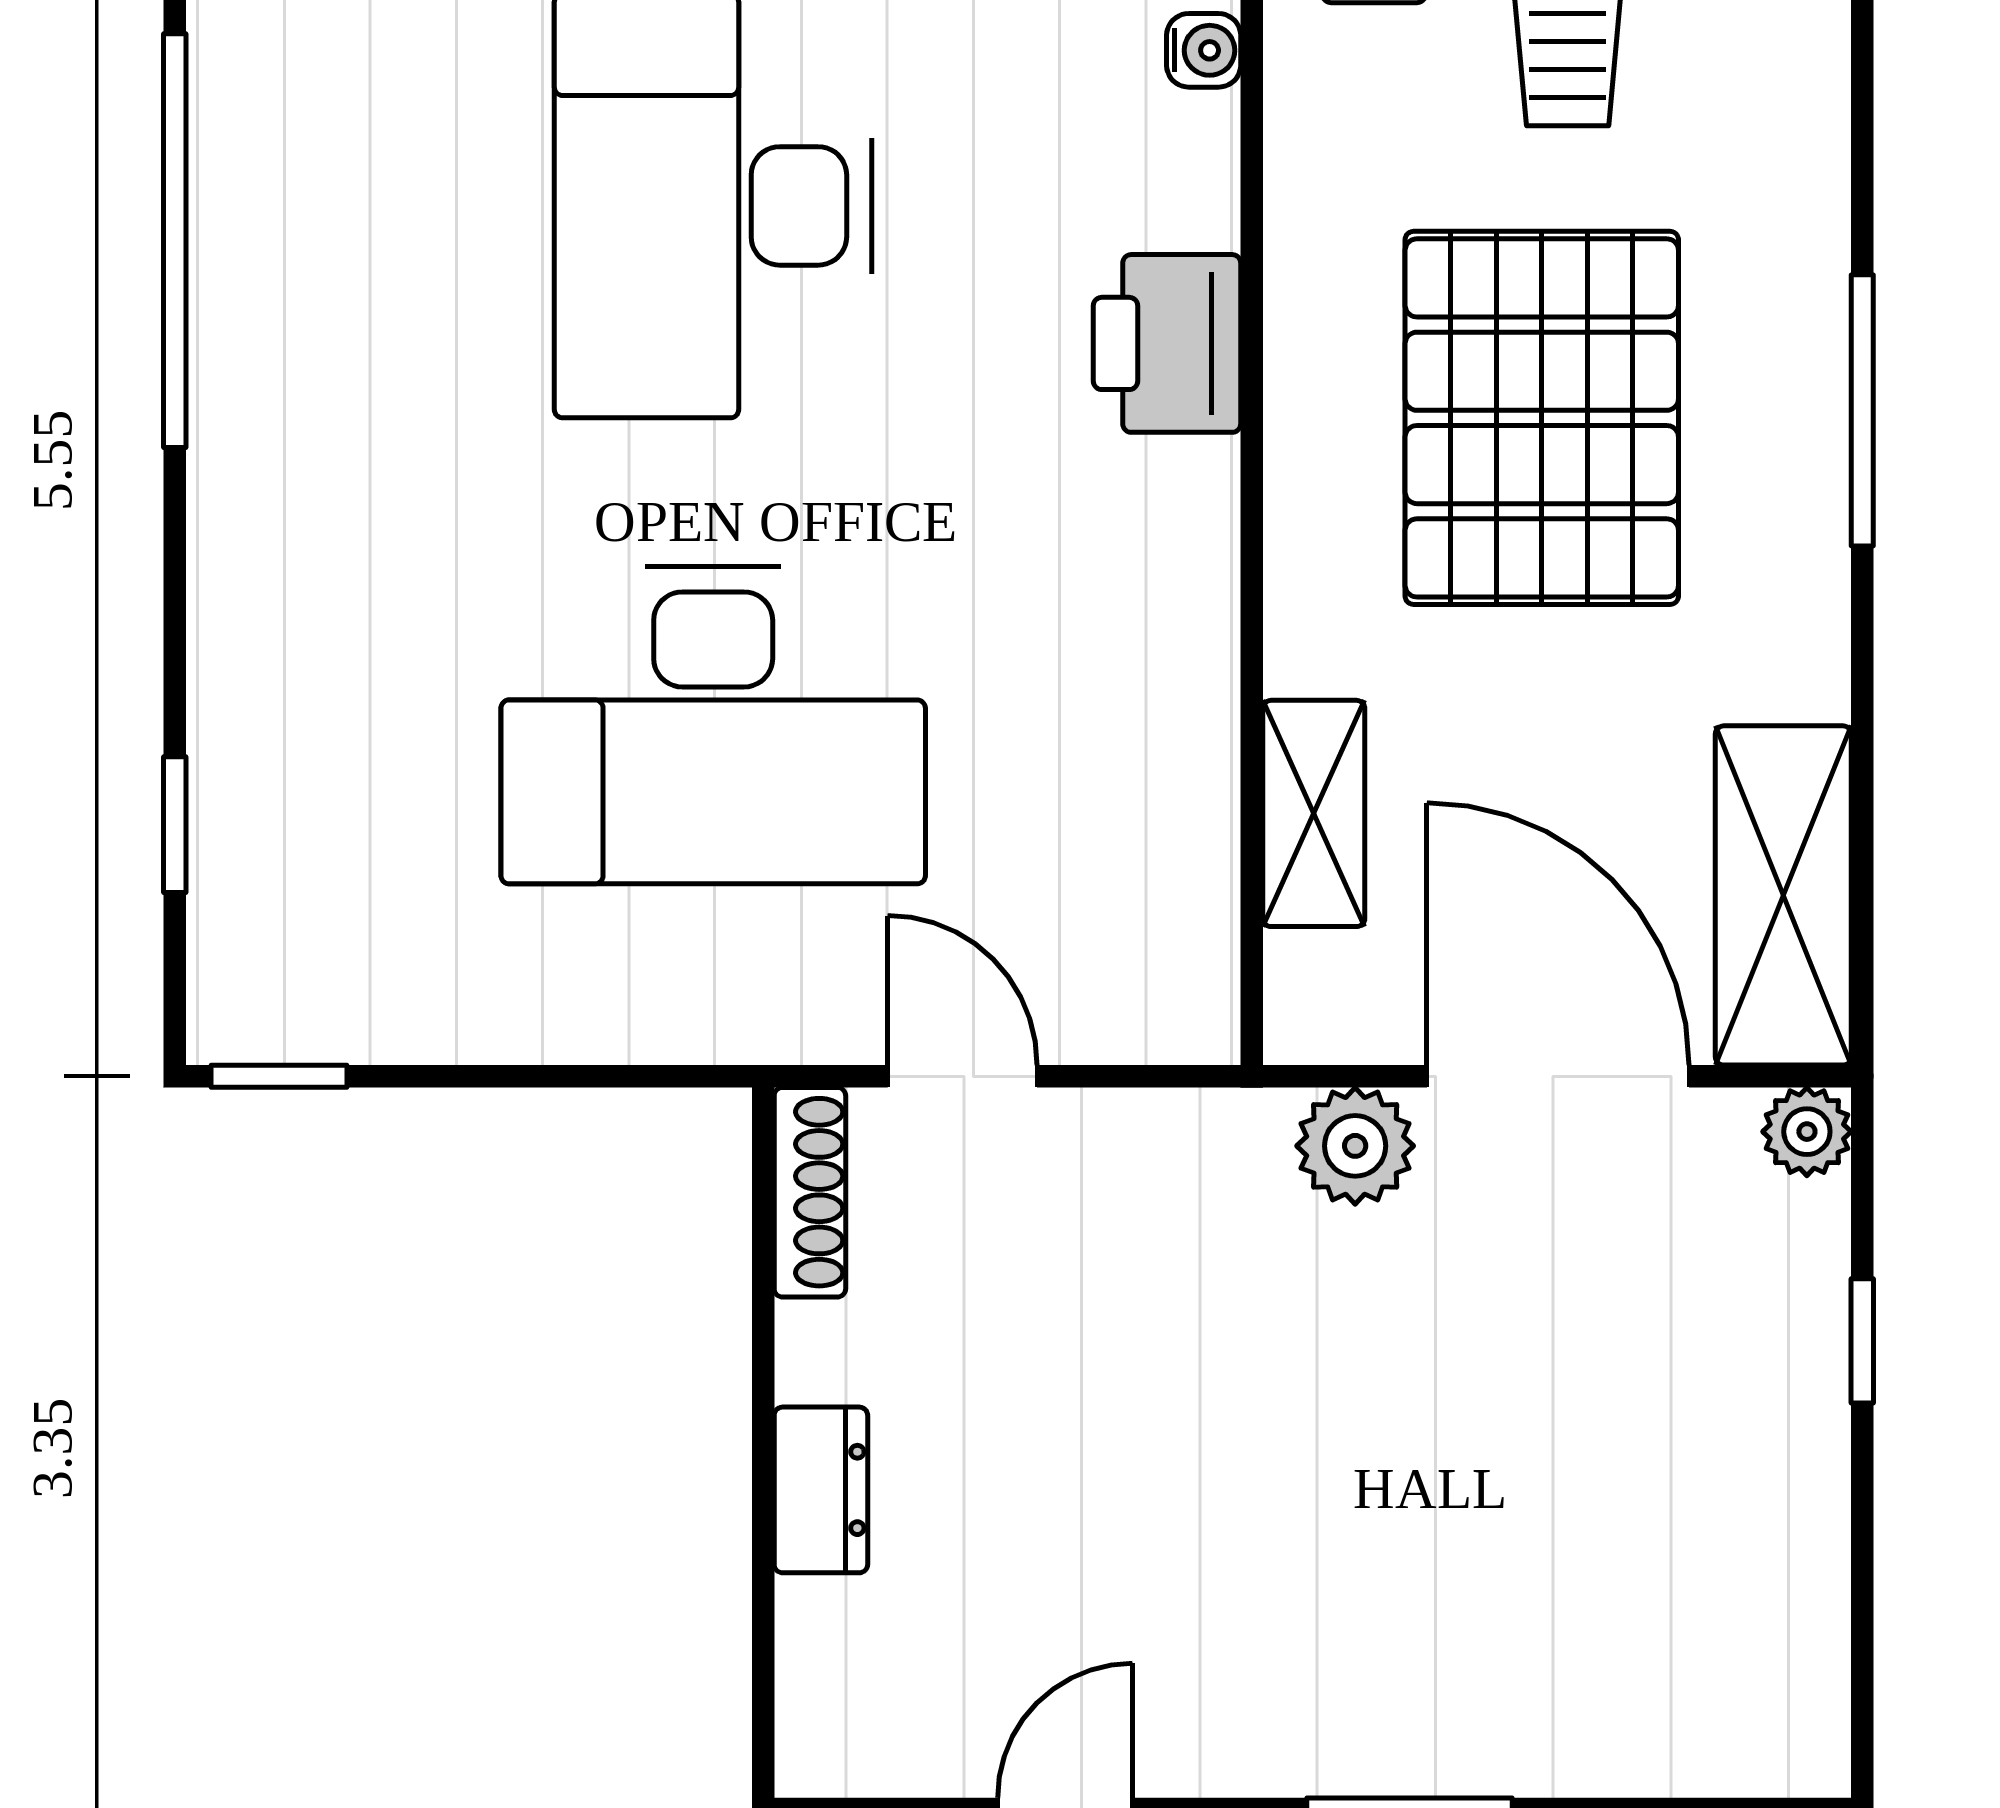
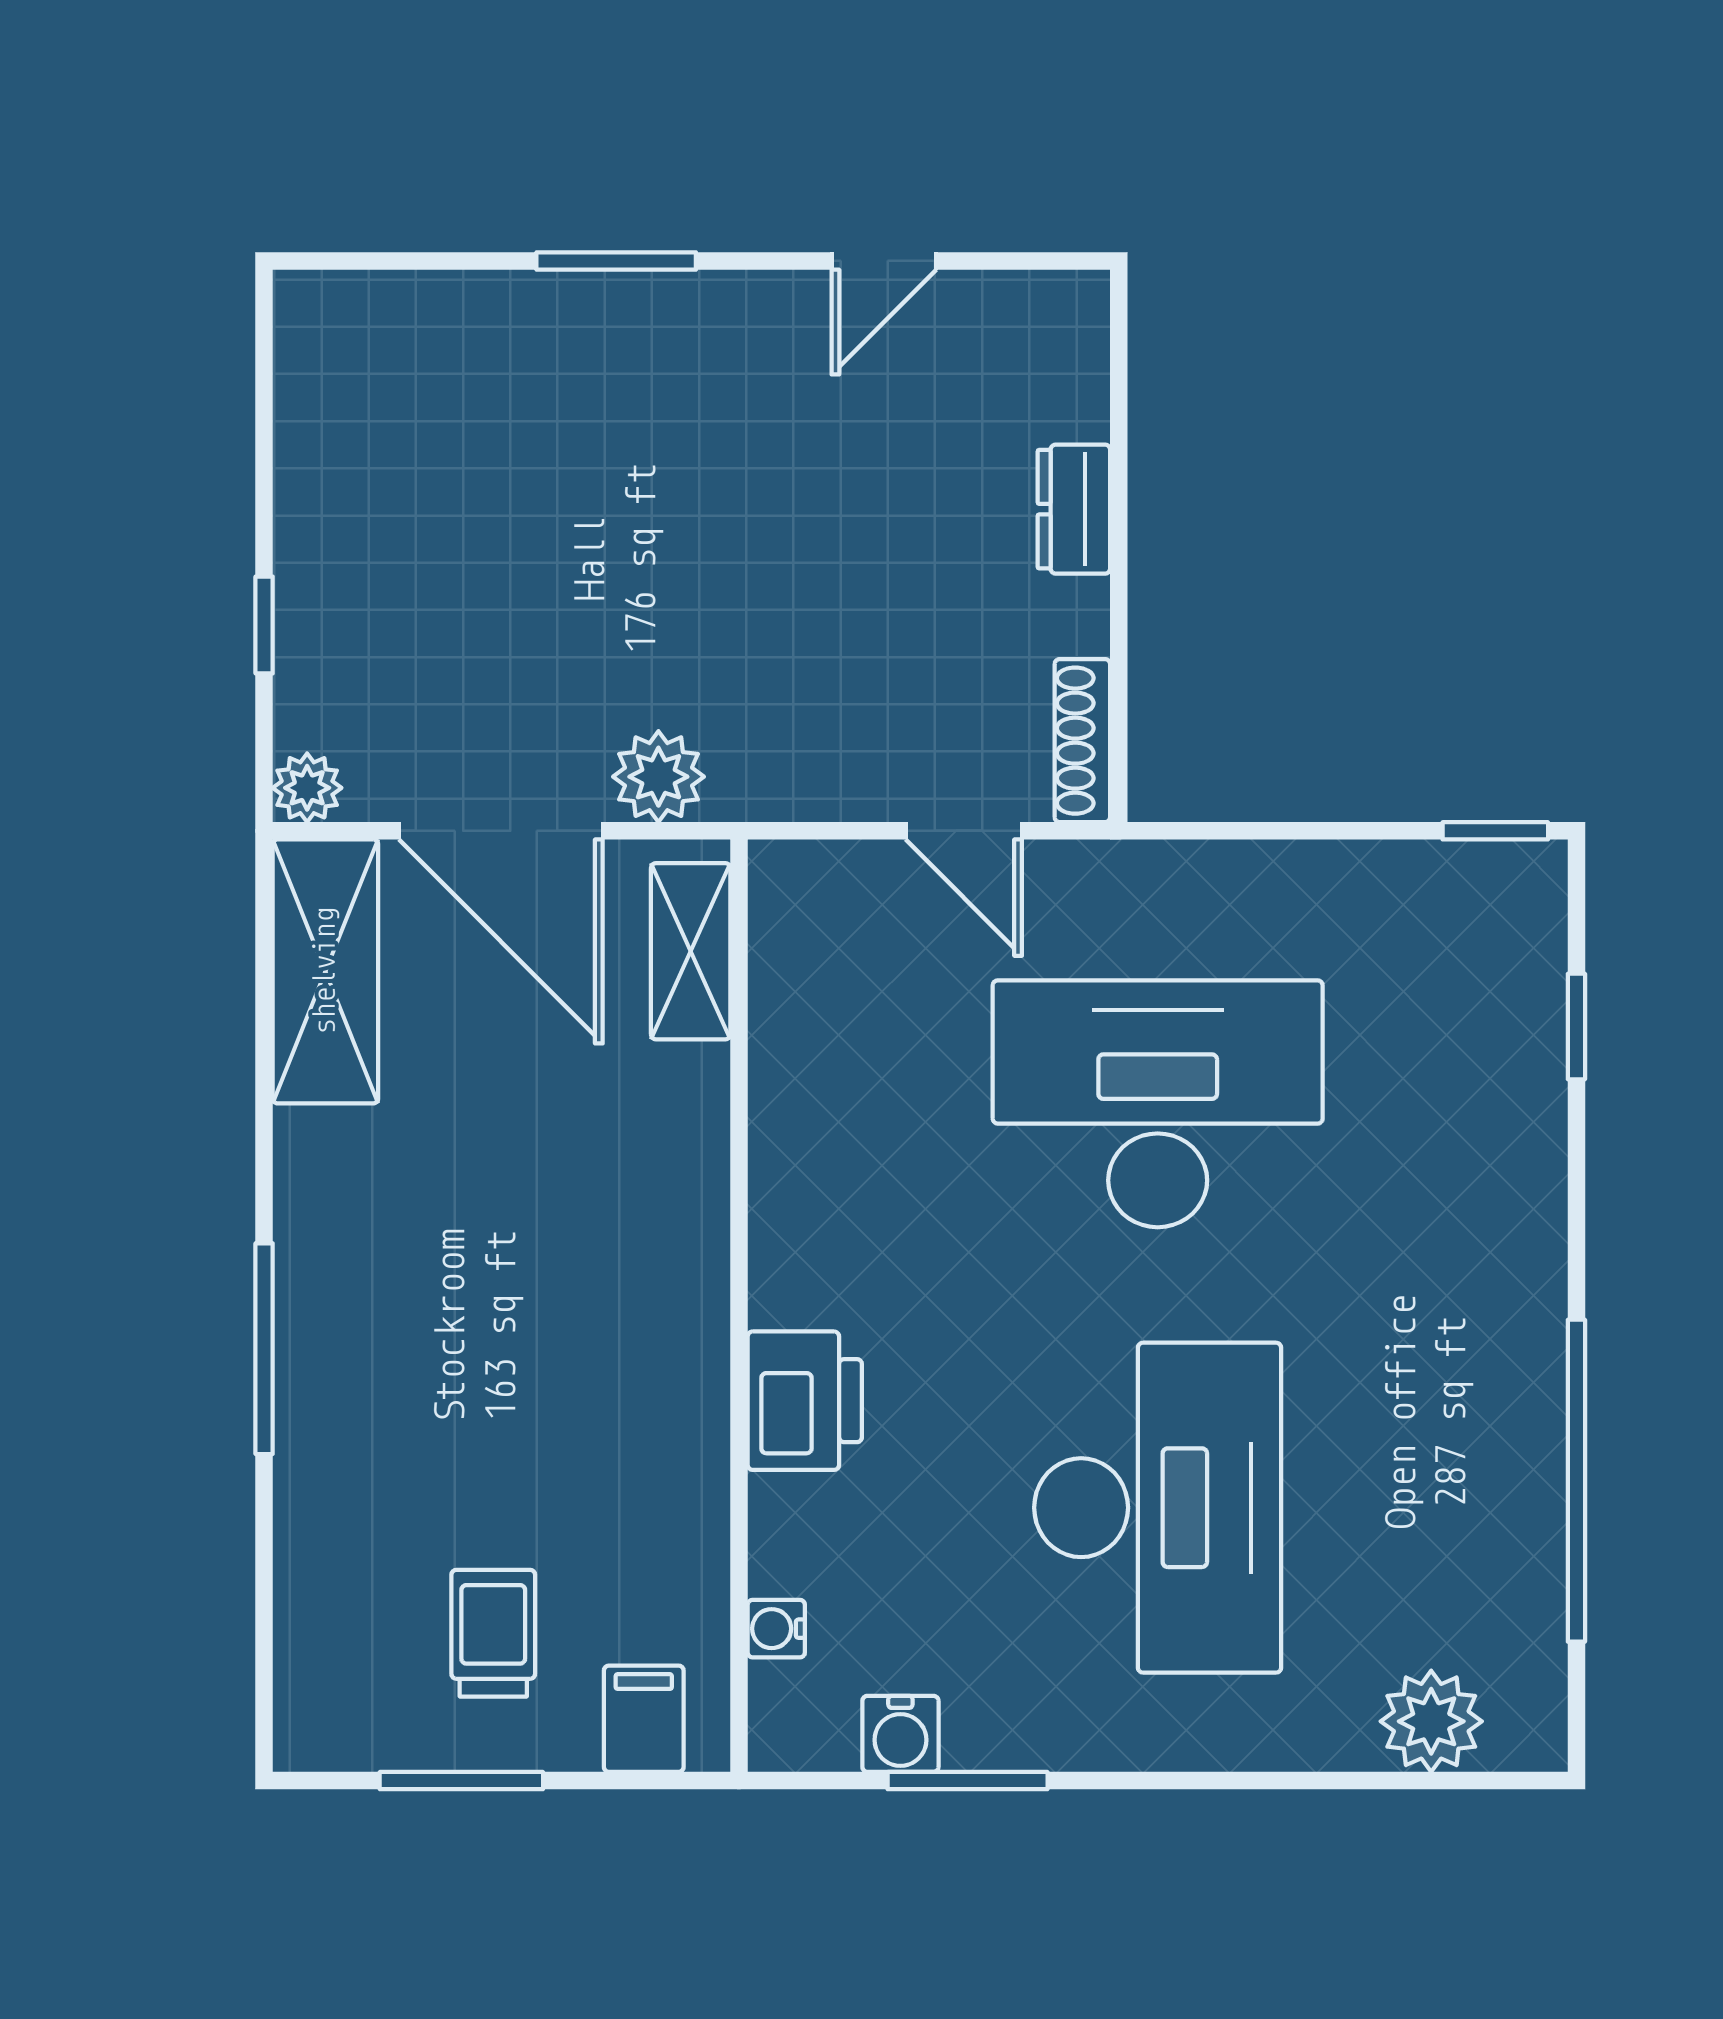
pallet: (1542, 418) -> (513, 1343), removed
shelving: (1314, 813) -> (691, 951), moved

